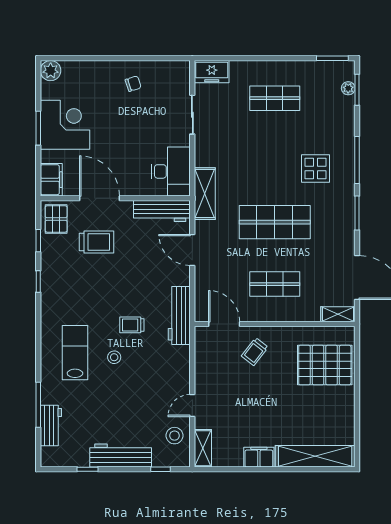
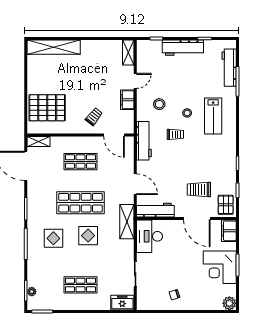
display table: (263, 173) -> (88, 236), added
workbench: (51, 425) -> (229, 68), width x1.38
stool: (175, 436) -> (159, 104), moved
filing cabinet: (259, 457) -> (127, 100), moved, turned 90

